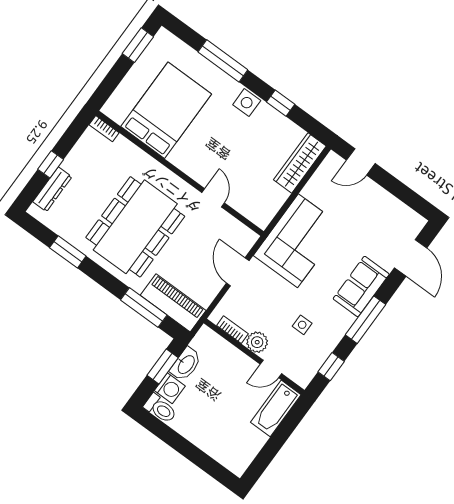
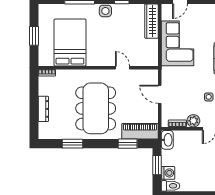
window: (138, 45) -> (34, 36), moved
window: (51, 164) -> (34, 108), removed
dresser: (52, 189) -> (43, 109), moved
corner sofa: (298, 241) -> (178, 43), moved
window: (144, 307) -> (128, 144), width x0.69
washbasin: (186, 364) -> (167, 140), moved

